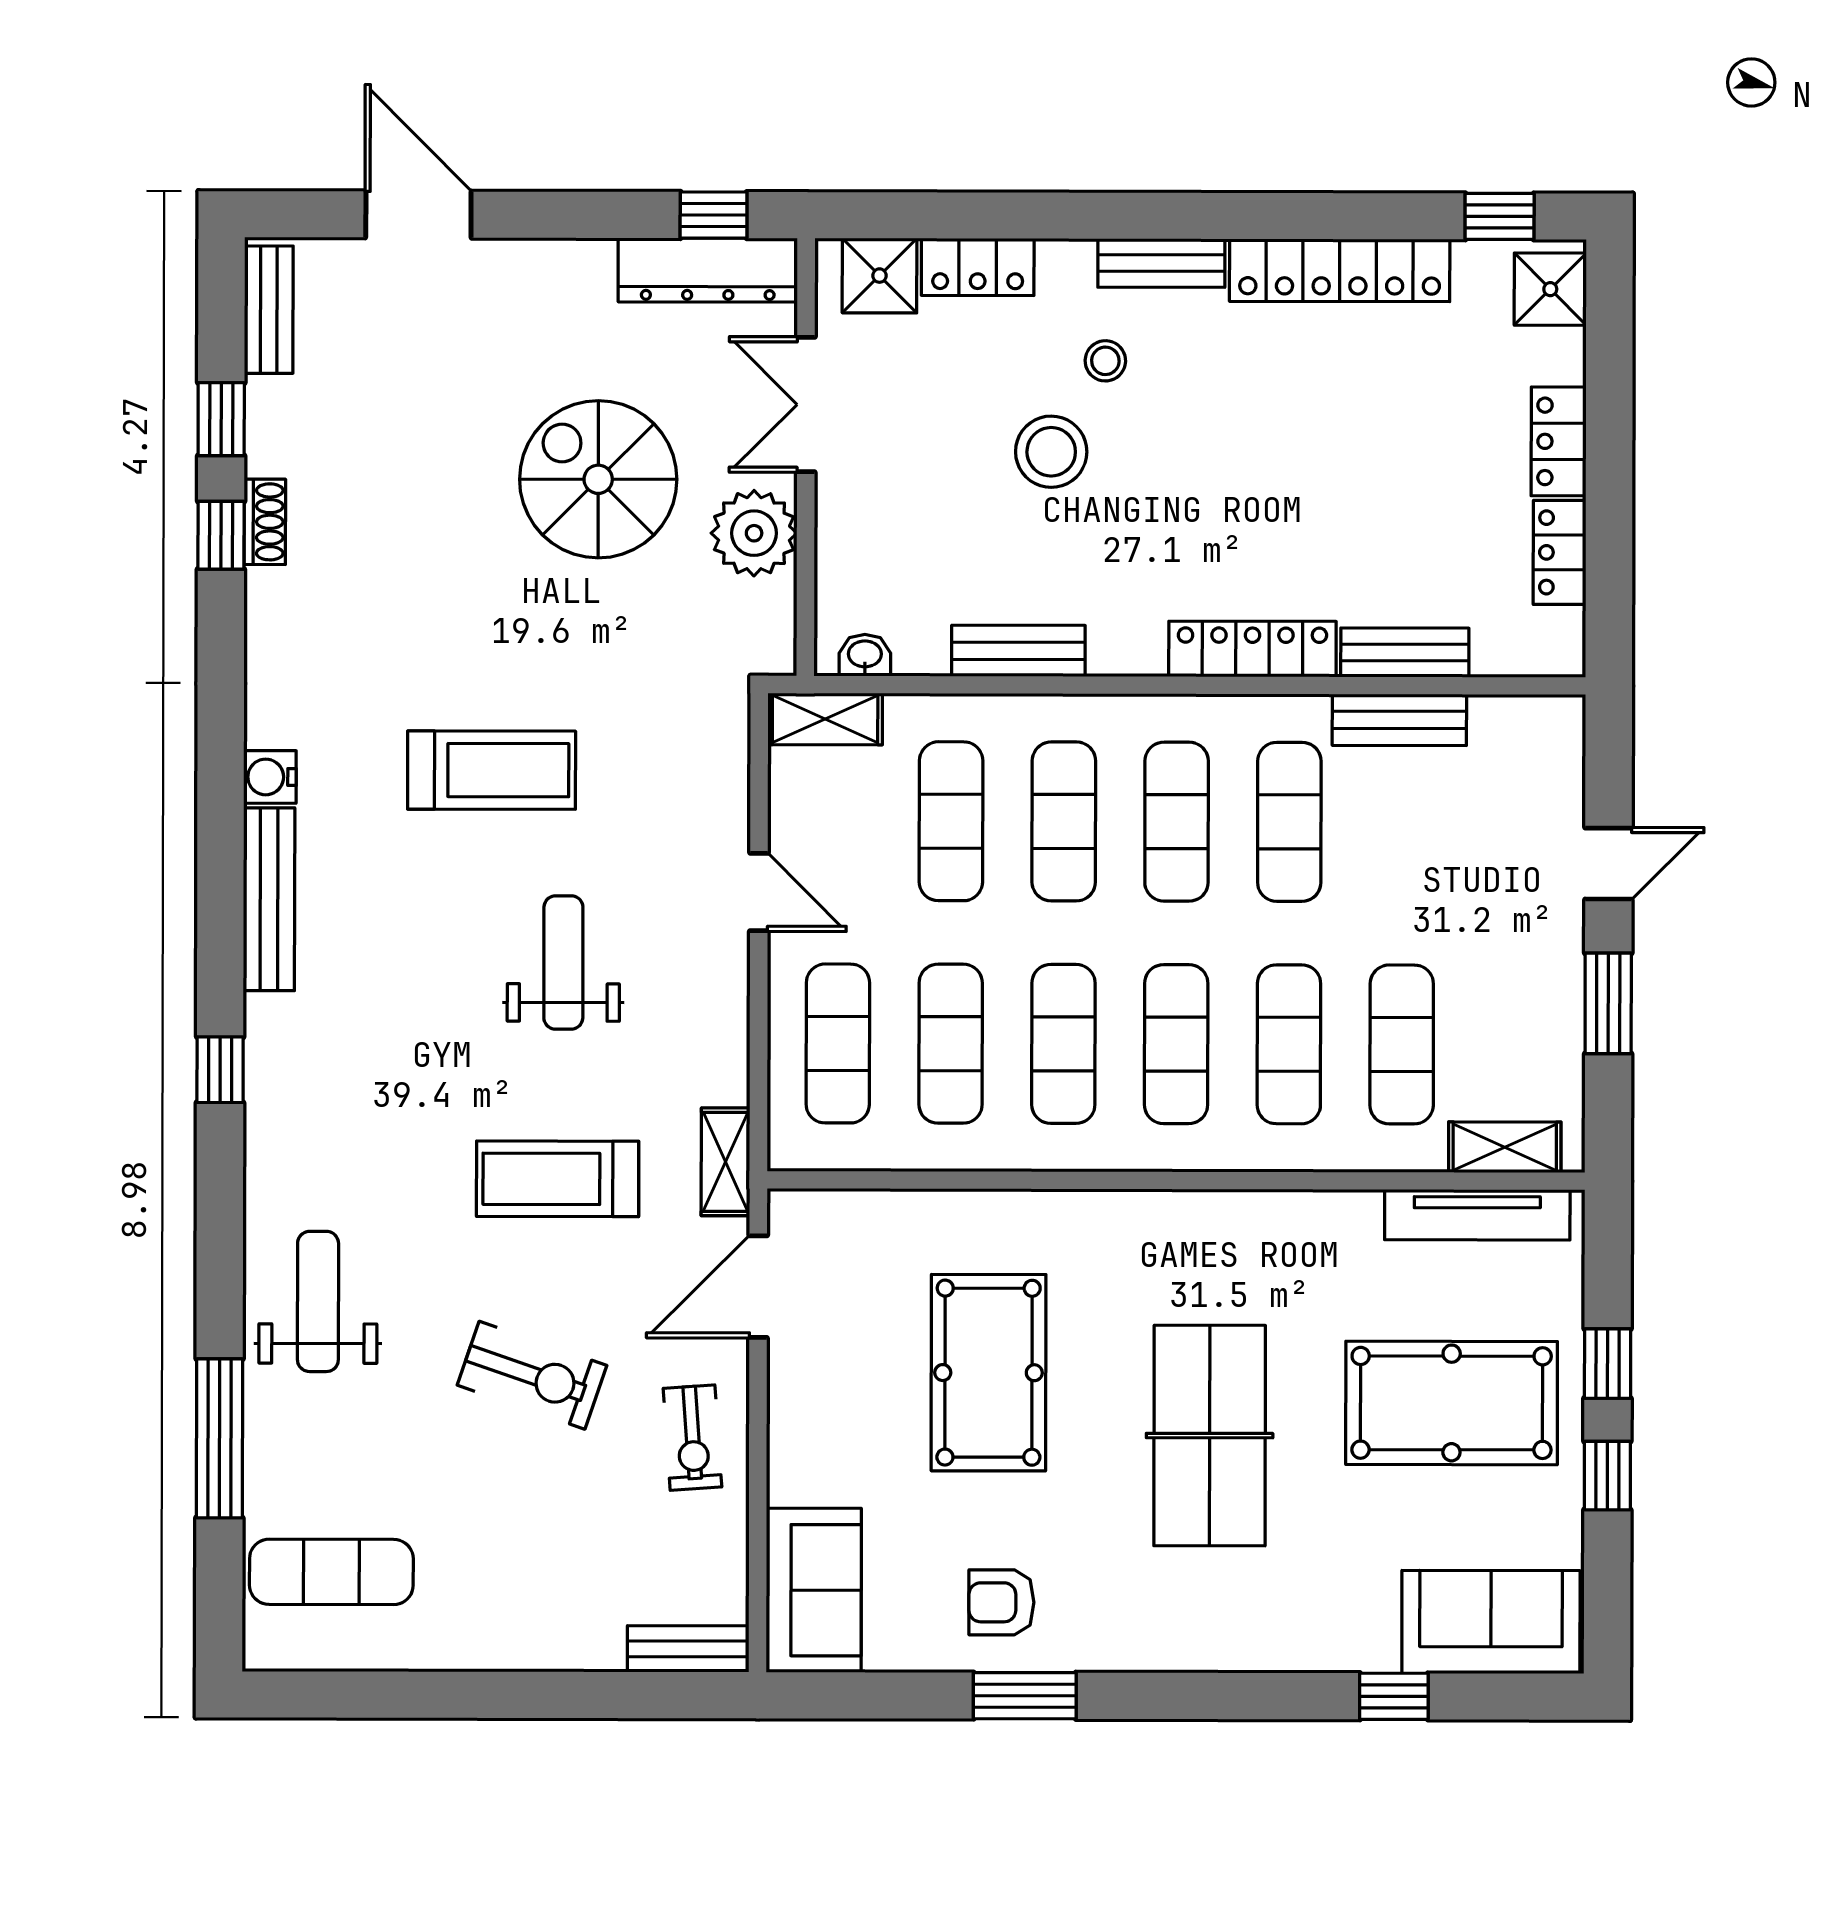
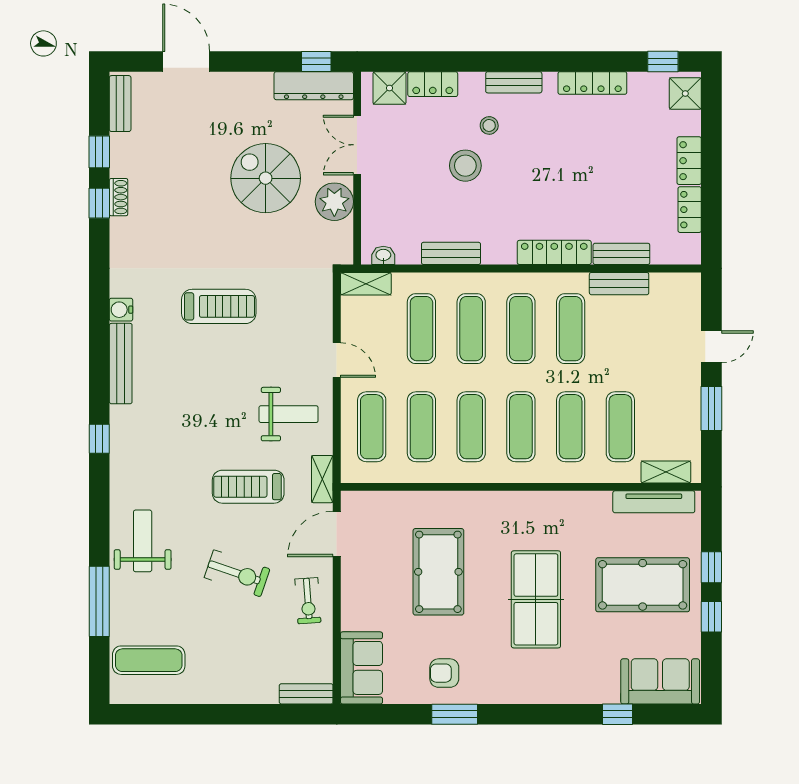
locker: (1340, 270) -> (592, 83), width x0.71, depth x0.83
weight bench: (563, 962) -> (289, 414), moved, turned 90

